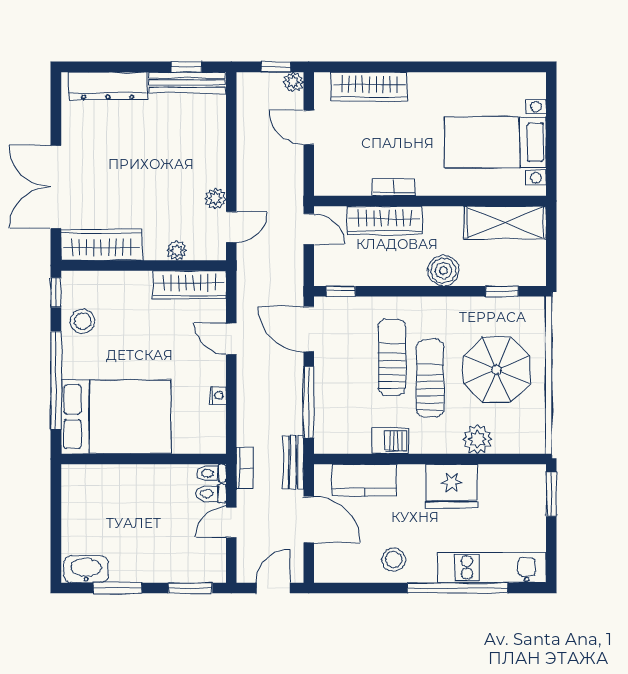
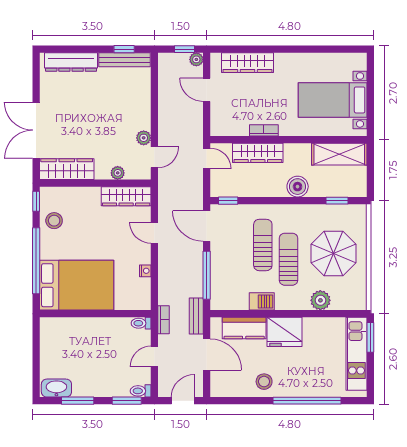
fridge: (452, 486) -> (285, 332), moved
toilet: (211, 494) -> (141, 391), moved
kitchen unit: (492, 568) -> (356, 354), moved, turned -90

